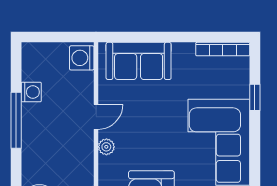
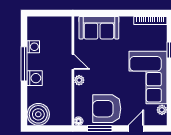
washing machine: (82, 58) -> (35, 78), moved, turned 180
door: (96, 117) -> (73, 62), hinge flipped

